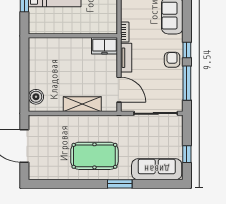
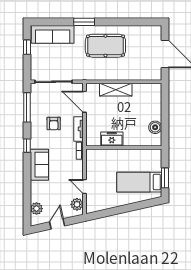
freezer: (105, 46) -> (112, 139), moved
window: (187, 50) -> (27, 146), moved
armchair: (172, 60) -> (54, 123), moved
boiler: (36, 97) -> (155, 127), moved

